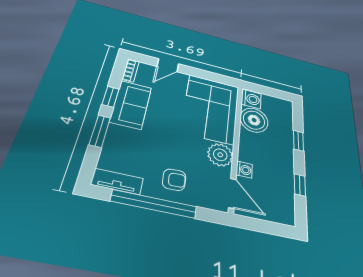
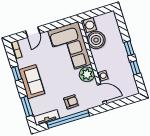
sofa: (131, 104) -> (32, 82), moved
window: (100, 131) -> (27, 106), moved
window: (298, 141) -> (129, 48), moved

